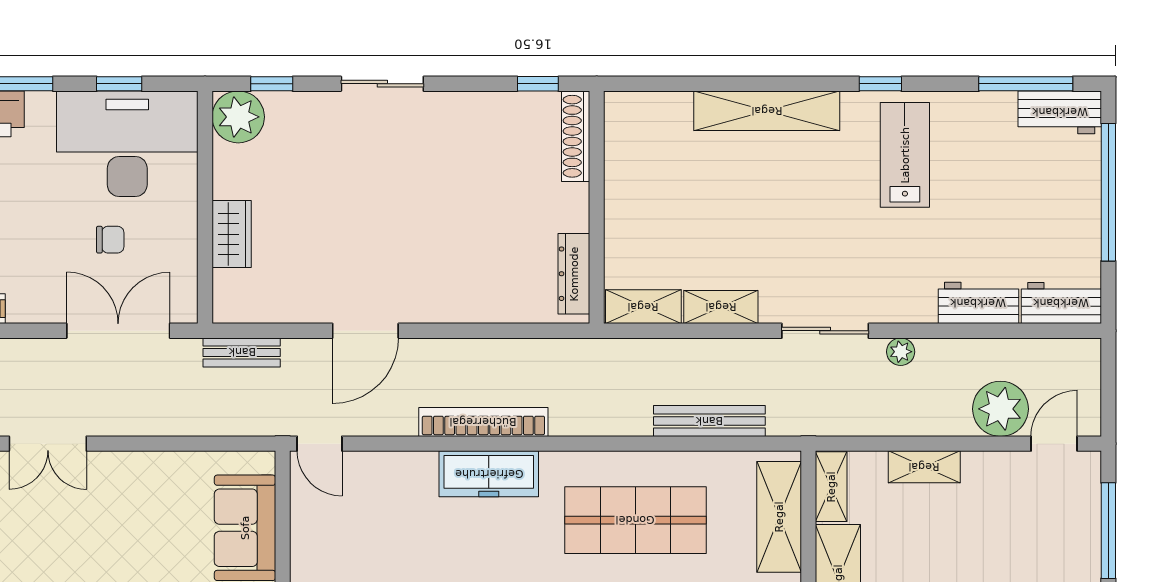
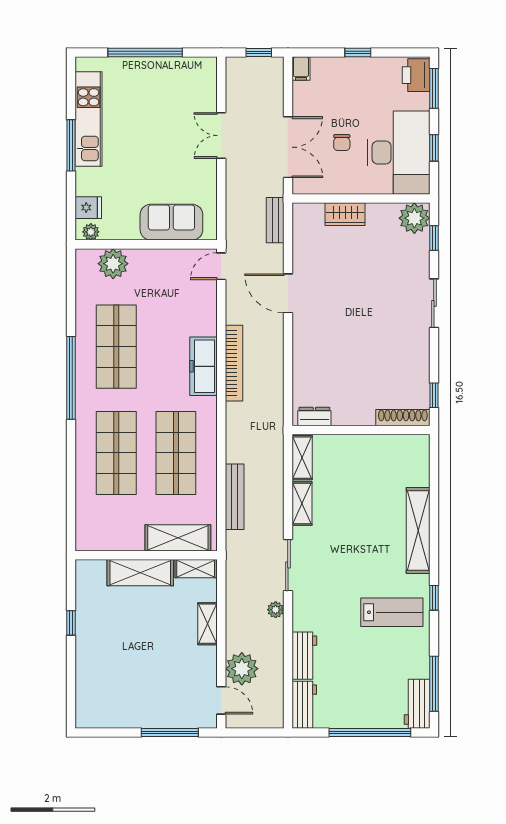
dresser: (574, 274) -> (314, 417), width x0.70
double door: (48, 444) -> (221, 136), moved

